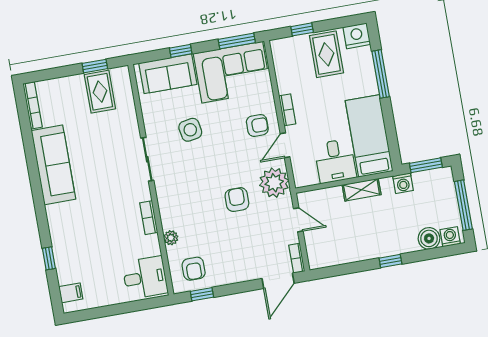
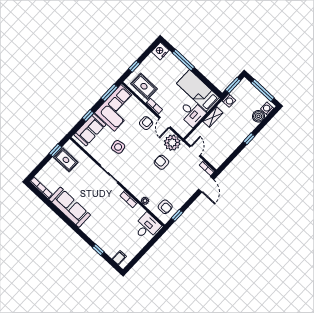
rug: (326, 54) -> (144, 86), moved
door: (298, 220) -> (195, 151), hinge flipped

